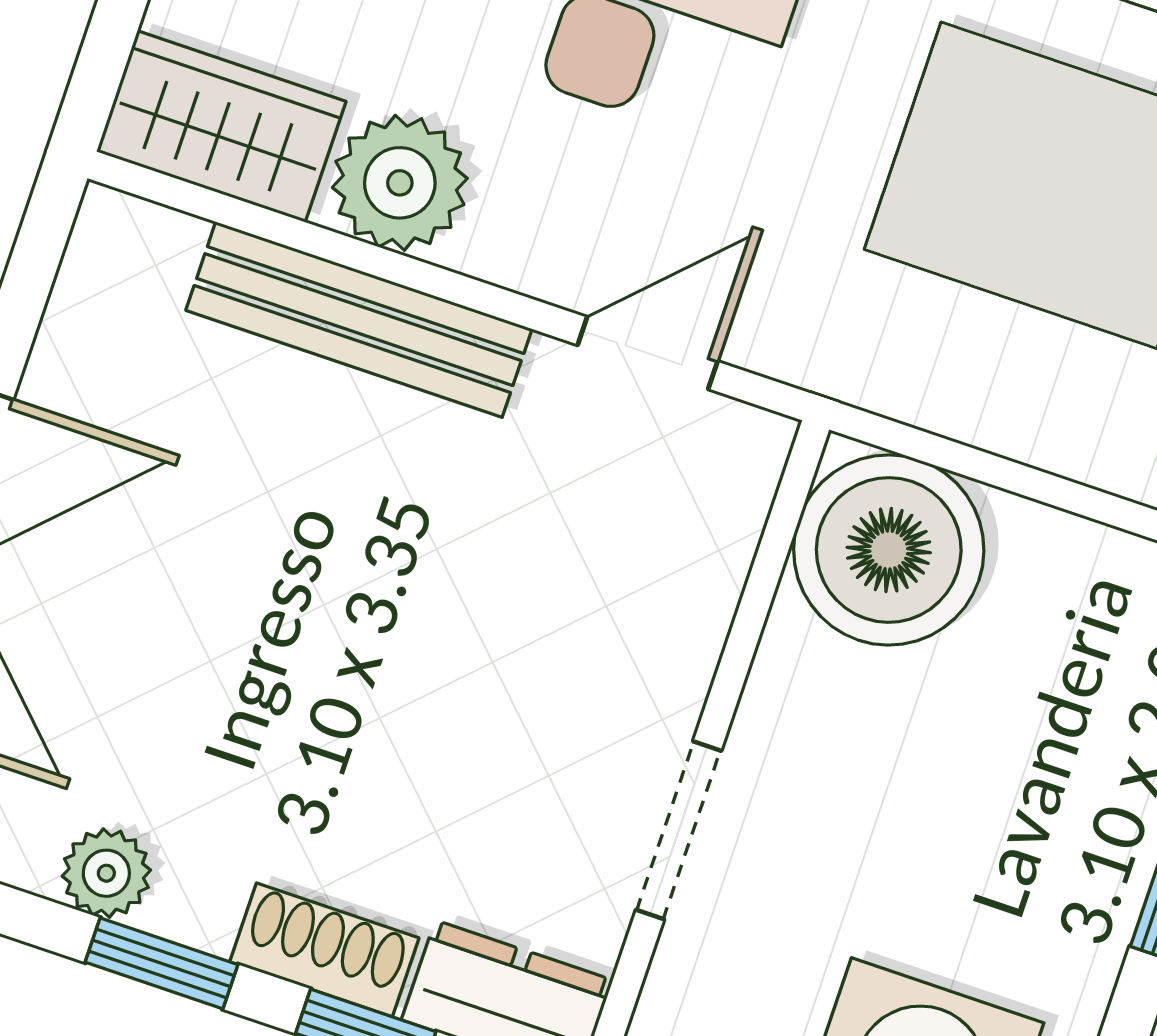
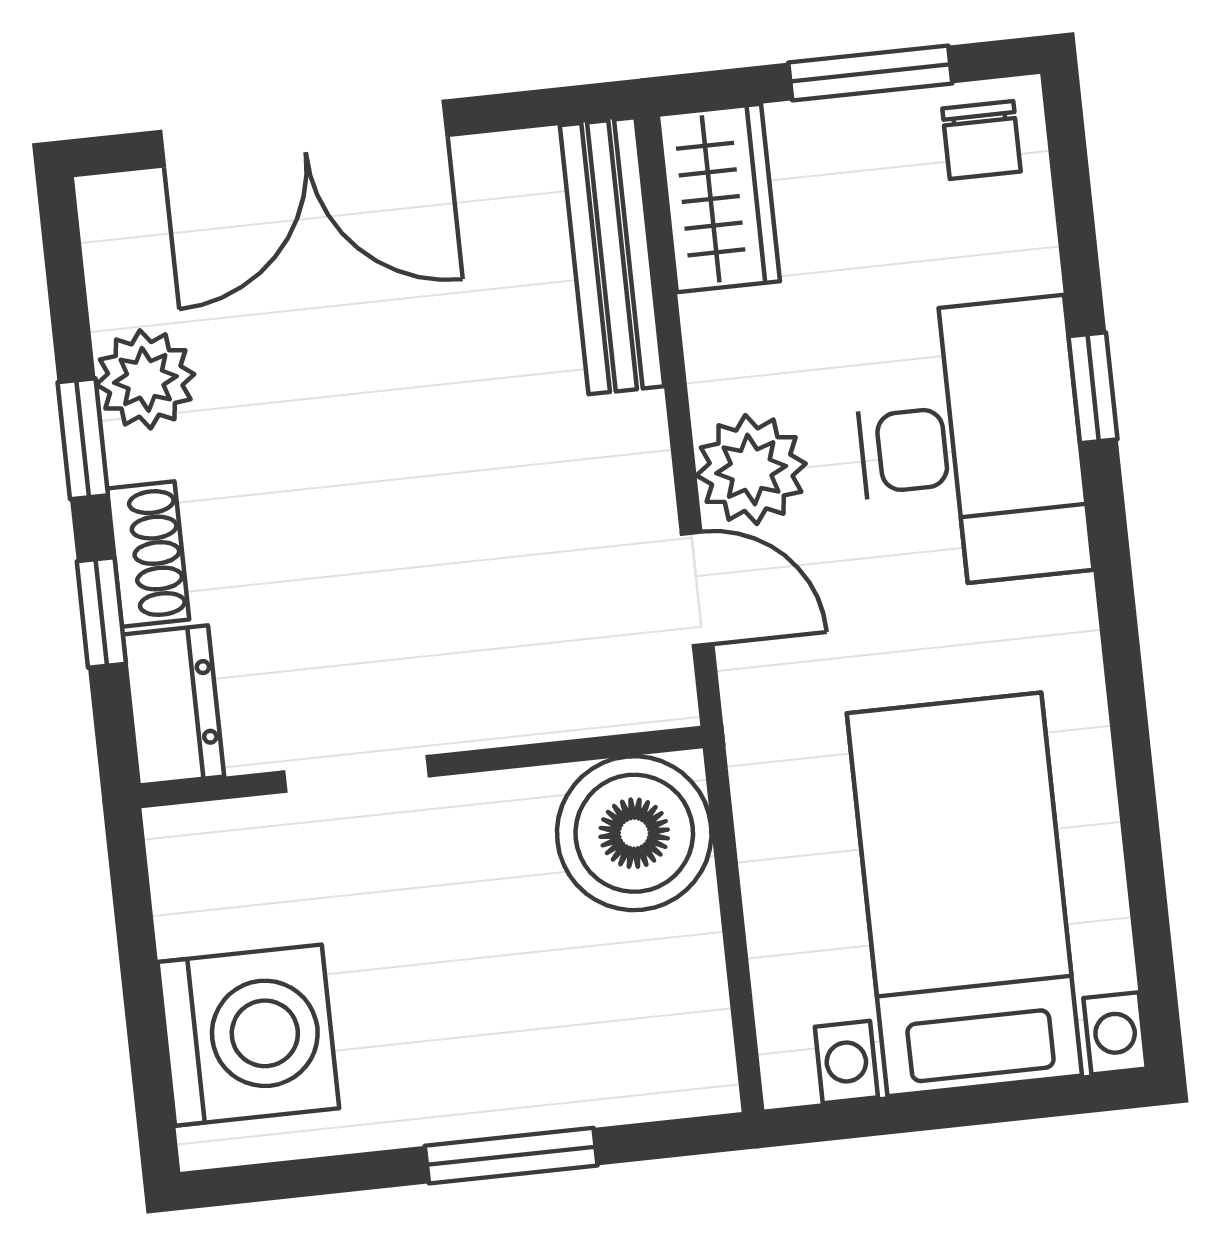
plant: (400, 183) -> (751, 470), moved
bench: (359, 320) -> (612, 256), moved
plant: (106, 873) -> (145, 379), width x1.38, depth x1.38

